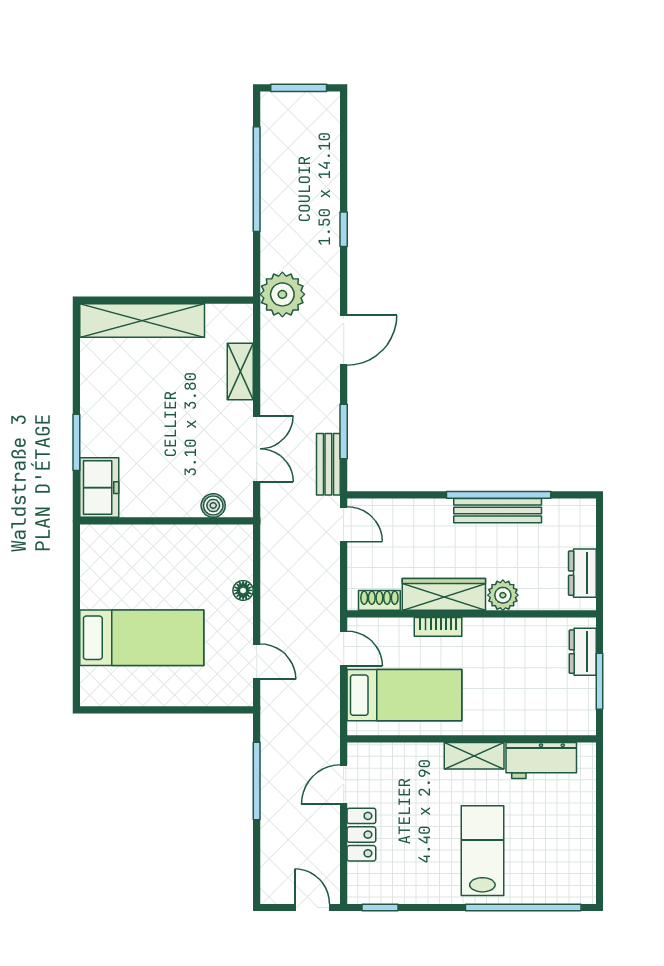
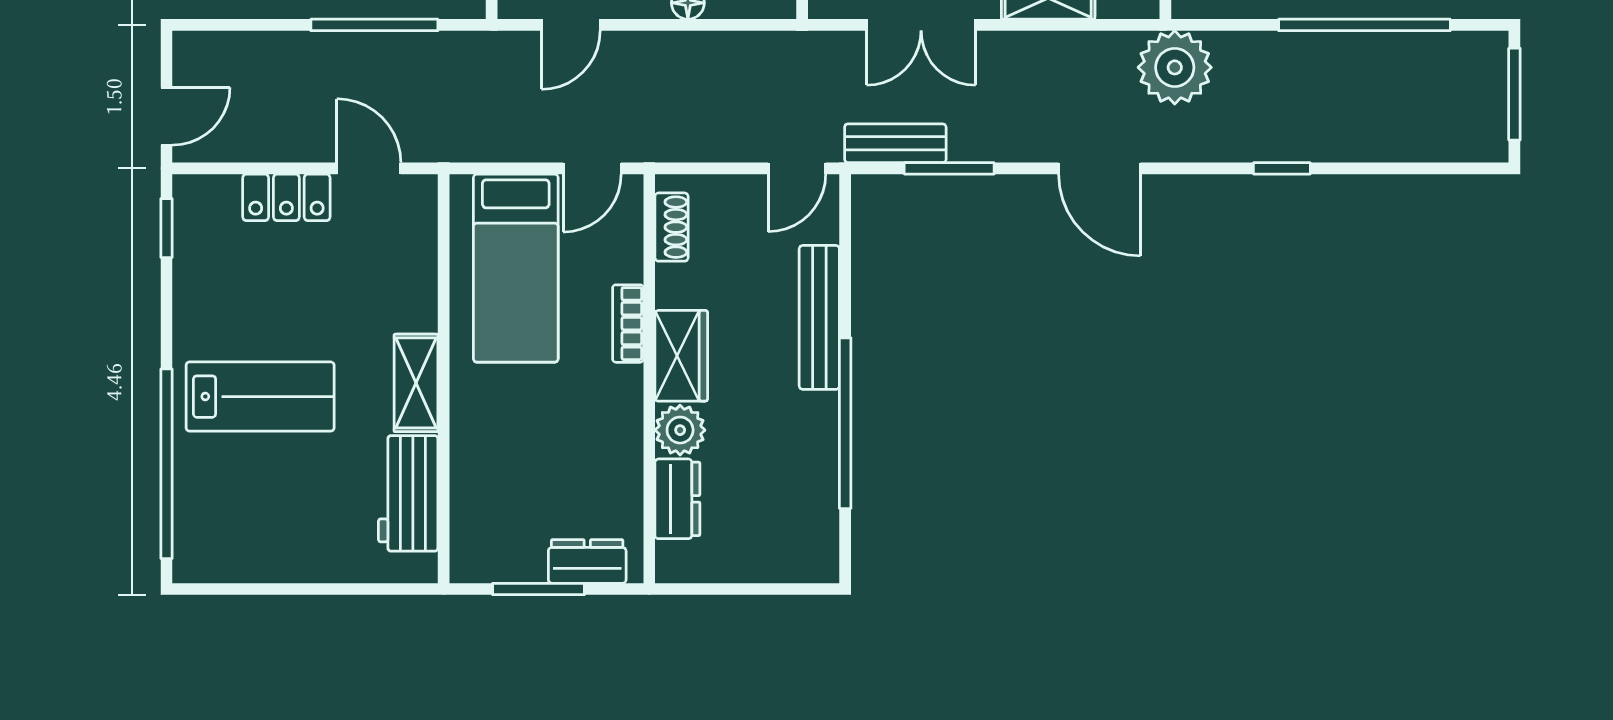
bench: (498, 511) -> (819, 317), moved
dresser: (582, 573) -> (677, 499), moved, turned 90
wardrobe: (444, 594) -> (681, 356), width x0.67

